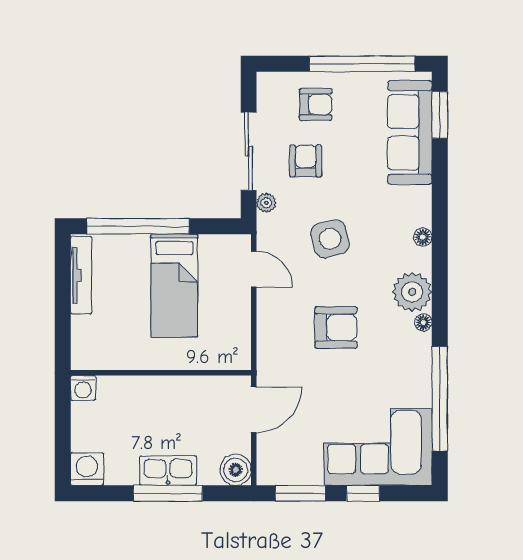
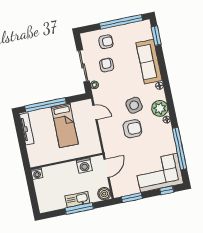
sofa: (410, 132) -> (149, 62), moved
side table: (330, 239) -> (134, 105), moved
washing machine: (87, 469) -> (84, 165), moved, turned 180
window: (363, 493) -> (167, 190), moved

